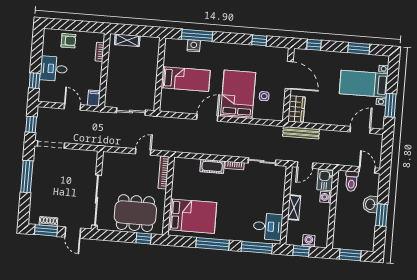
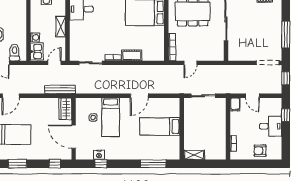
shelving: (127, 40) -> (194, 155), moved
nightstand: (194, 46) -> (99, 155), moved
bed: (238, 94) -> (111, 117), width x0.67

